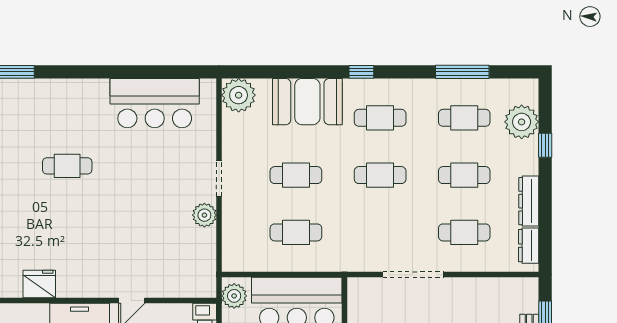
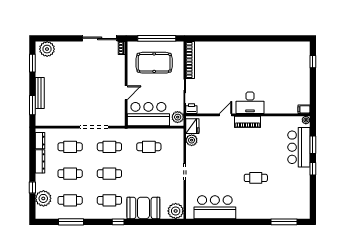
cafe table: (296, 175) -> (109, 147), moved
plant: (204, 215) -> (192, 140), moved
fridge: (39, 284) -> (192, 126), moved, turned -90
piano: (85, 286) -> (248, 122), added

